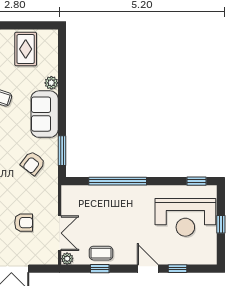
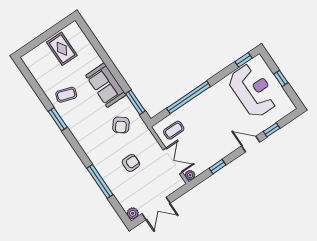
plant: (51, 83) -> (96, 60), removed
reception desk: (185, 217) -> (253, 90), turned -90
armchair: (24, 223) -> (131, 163), moved
coffee table: (101, 253) -> (174, 130), moved

